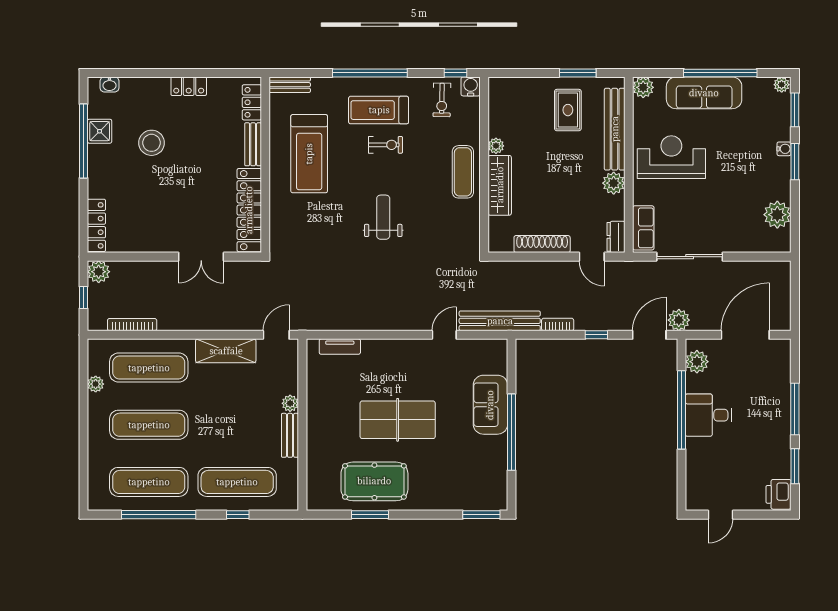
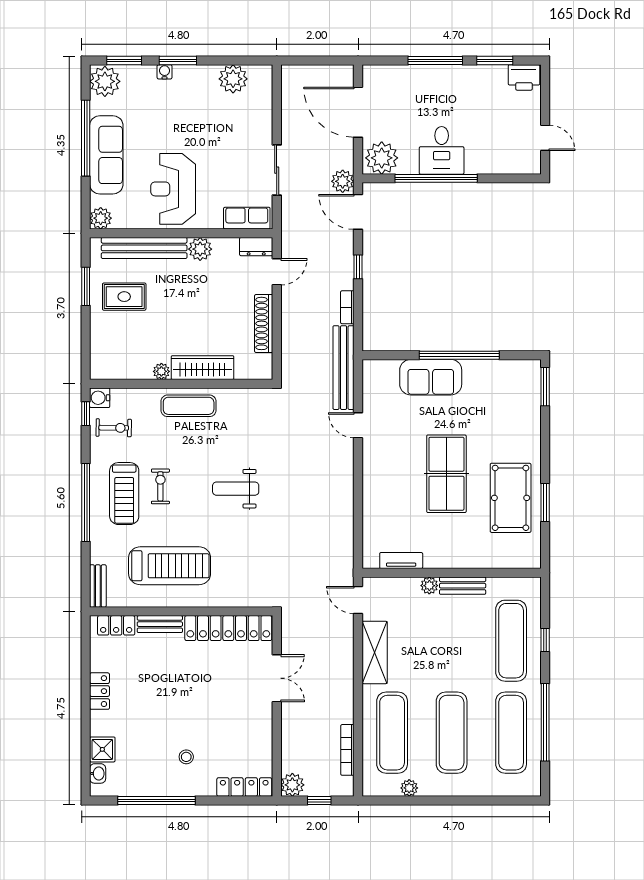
plant: (782, 85) -> (105, 81), width x1.87, depth x1.87
shower: (100, 131) -> (102, 749), moved
stool: (152, 143) -> (186, 757), moved, width x0.53, depth x0.53
sliding door: (690, 257) -> (277, 170), width x0.73
tv unit: (340, 347) -> (401, 561), moved, turned -90
plant: (697, 362) -> (382, 158), width x1.36, depth x1.36

